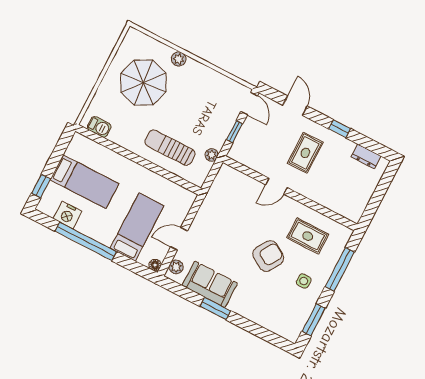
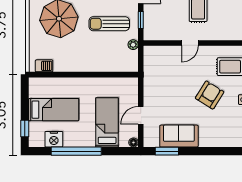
sun lounger: (170, 148) -> (109, 24), moved
plant: (176, 267) -> (149, 136), removed
window: (215, 309) -> (167, 151), moved

